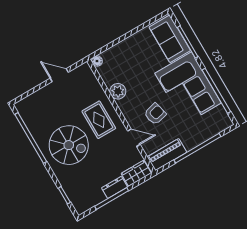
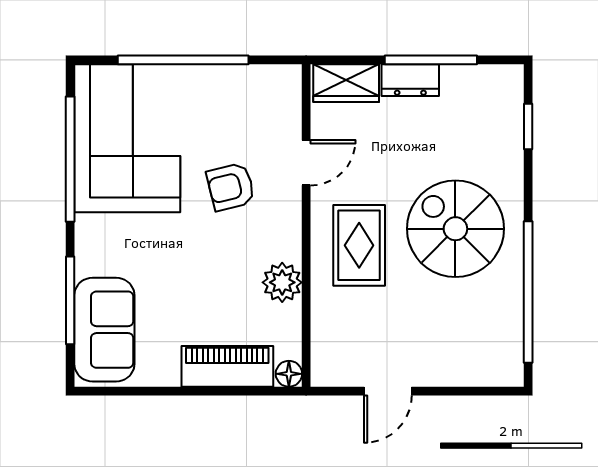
door: (59, 75) -> (388, 391), hinge flipped
corner sofa: (188, 88) -> (127, 138), moved
door: (134, 138) -> (306, 163), swing flipped
piano: (167, 155) -> (227, 366), moved, turned 180

